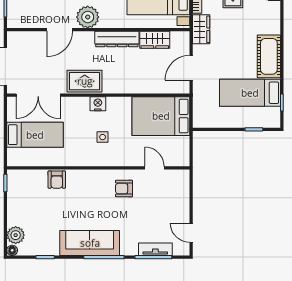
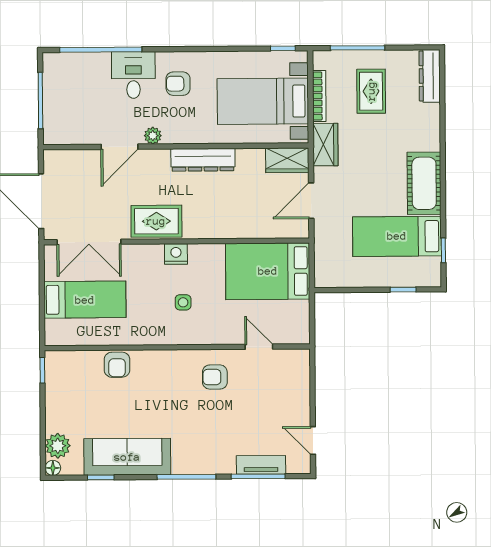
plant: (88, 17) -> (153, 136), width x0.53, depth x0.53
wardrobe: (155, 40) -> (287, 160), moved
sofa: (90, 243) -> (127, 457), moved

